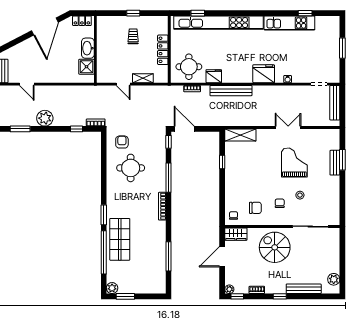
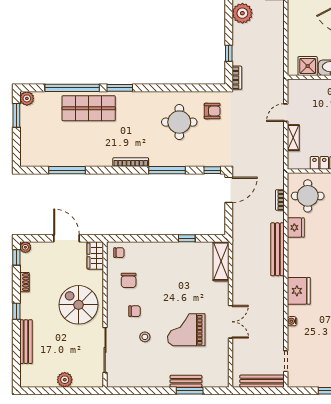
grand piano: (294, 162) -> (186, 330), turned 180
spiral stairs: (275, 247) -> (79, 305), turned -90
plant: (334, 279) -> (65, 380), moved

